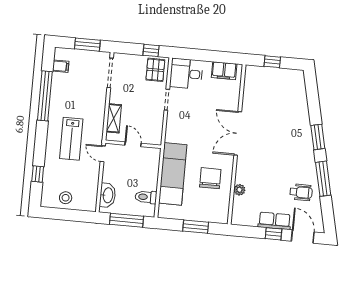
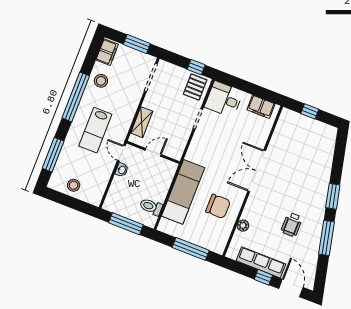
filing cabinet: (61, 66) -> (107, 52), width x2.00
stool: (63, 90) -> (101, 81), added
window: (45, 96) -> (76, 97), moved
door: (133, 144) -> (153, 152), hinge flipped
window: (38, 174) -> (53, 155), width x2.17
chair: (210, 178) -> (218, 206), turned 90
wheelchair: (301, 192) -> (292, 225), moved, turned 90
washbasin: (108, 195) -> (122, 170), moved, width x0.52, depth x0.69
row of seats: (275, 221) -> (261, 262), width x1.48
window: (196, 227) -> (191, 249), width x1.44

